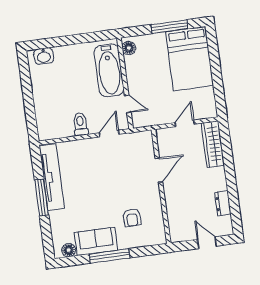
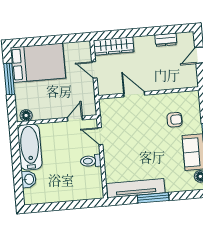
washbasin: (44, 56) -> (29, 179), moved
bathtub: (109, 70) -> (30, 147), moved, turned -90

